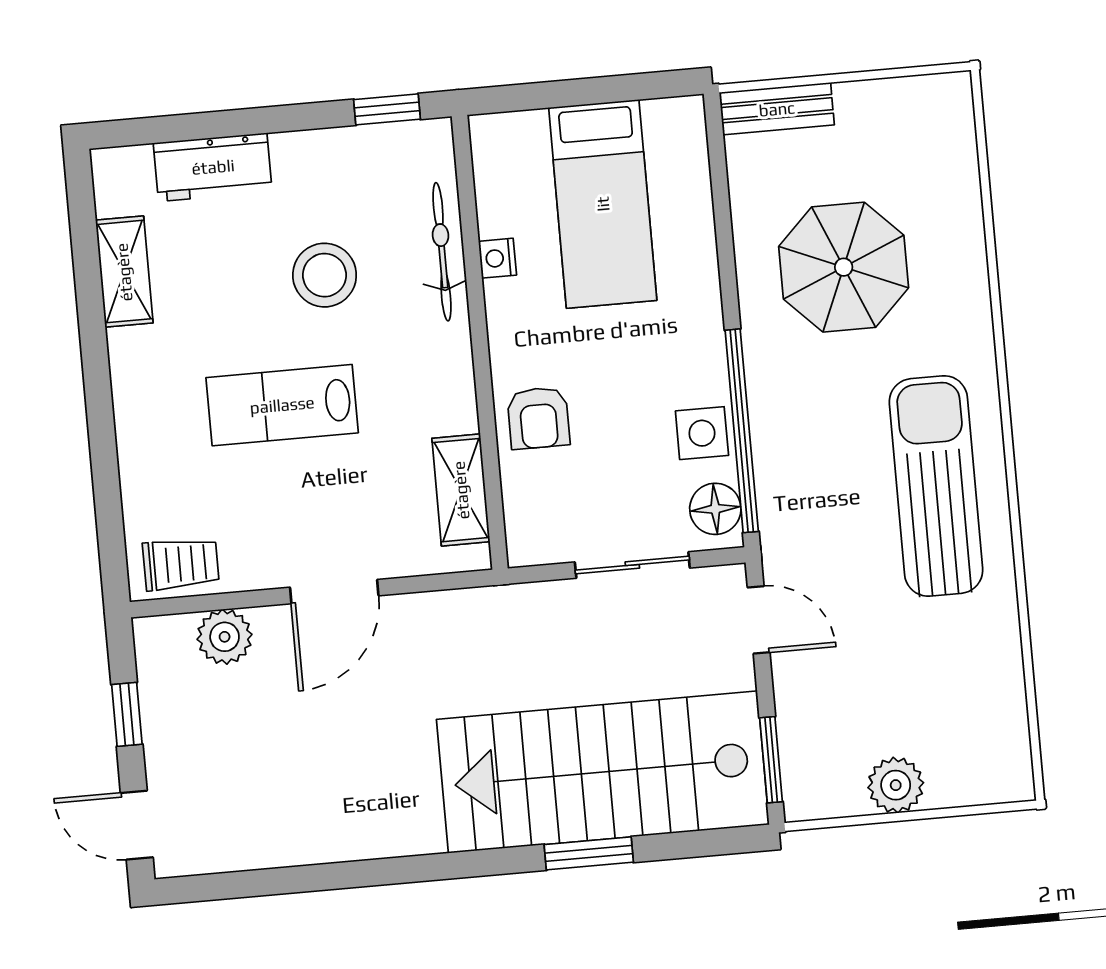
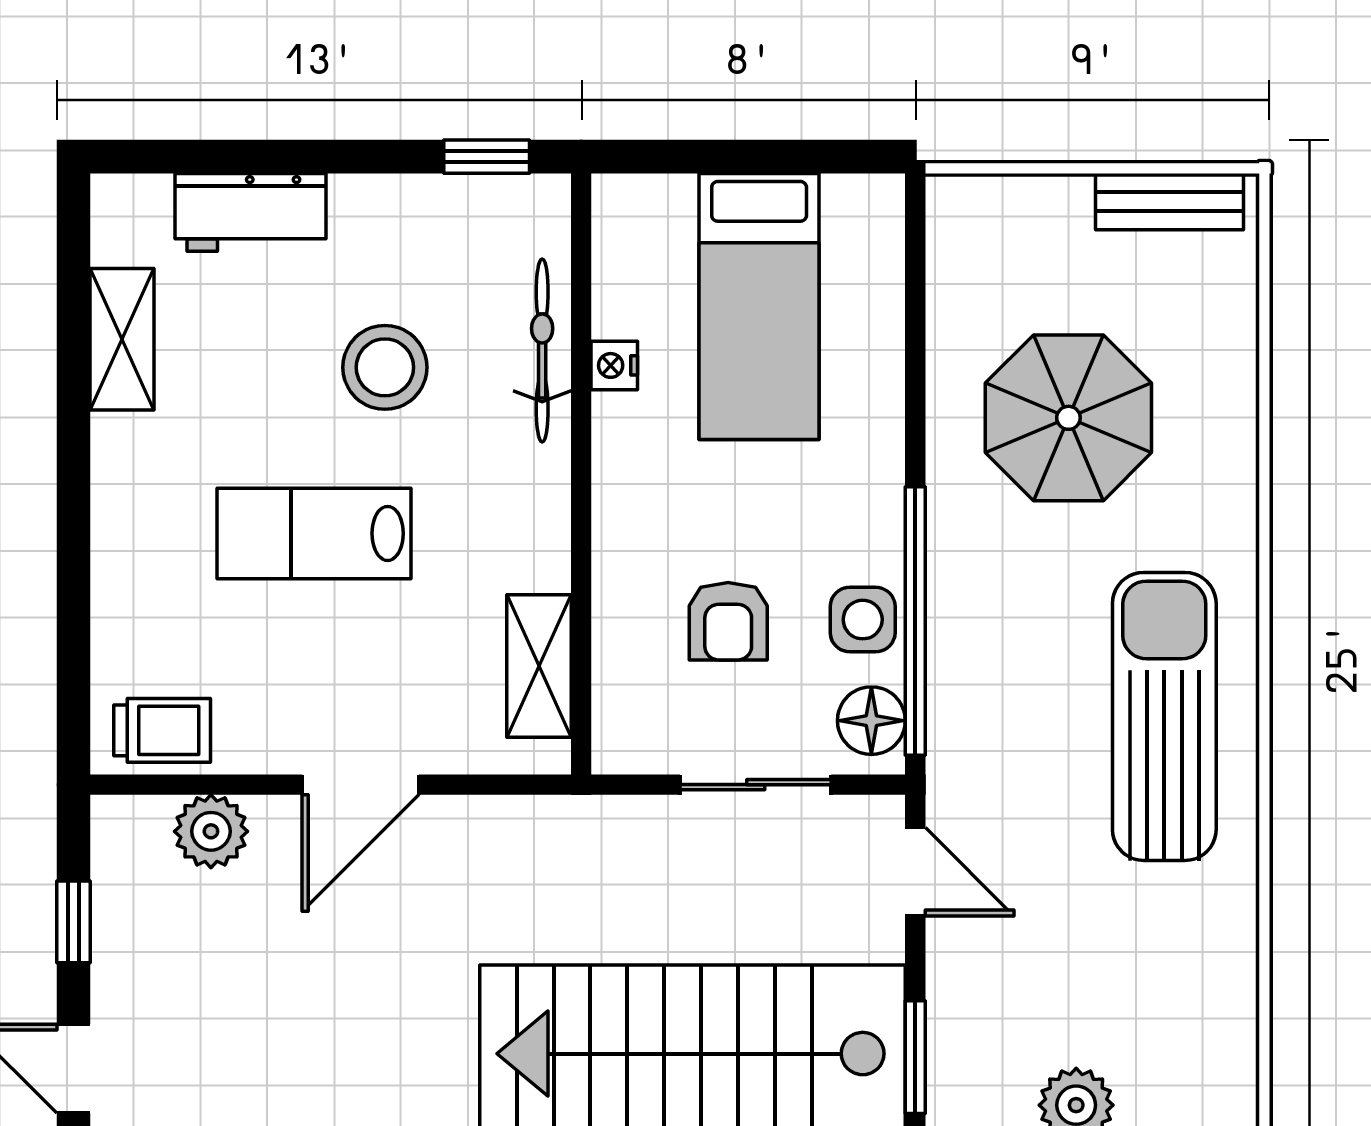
bench: (777, 109) -> (1170, 202), moved
armchair: (538, 418) -> (728, 621), moved

